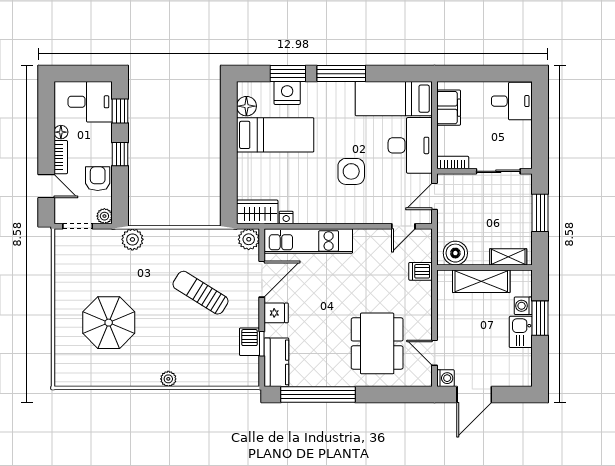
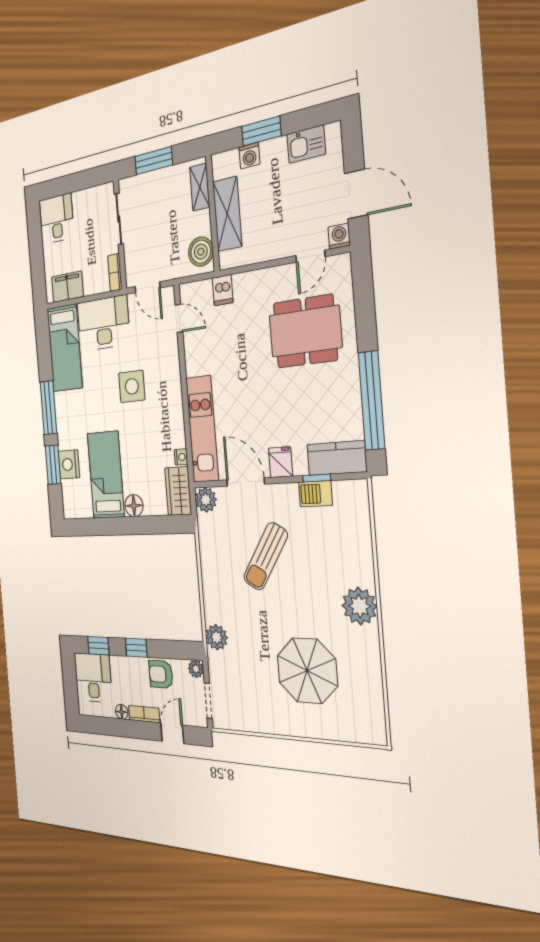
floor lamp: (246, 106) -> (134, 506), moved
kitchen sink: (521, 332) -> (306, 144), moved
plant: (168, 379) -> (359, 606), width x1.87, depth x1.87

